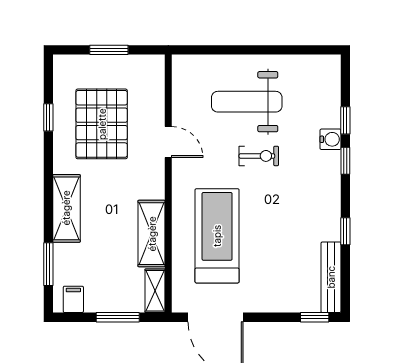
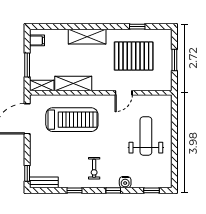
window: (345, 120) -> (152, 190), moved
exercise bike: (259, 156) -> (94, 168), moved
window: (48, 264) -> (56, 27), removed
bench: (331, 277) -> (44, 182), width x0.73

